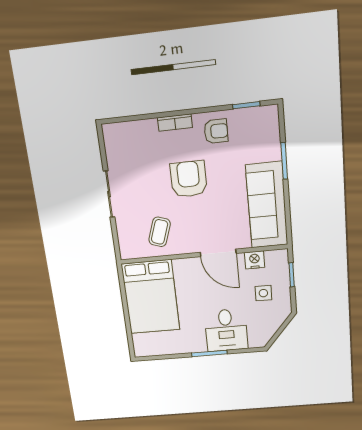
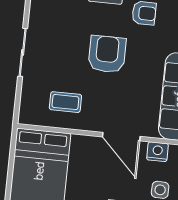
coffee table: (160, 232) -> (65, 102), turned 71

